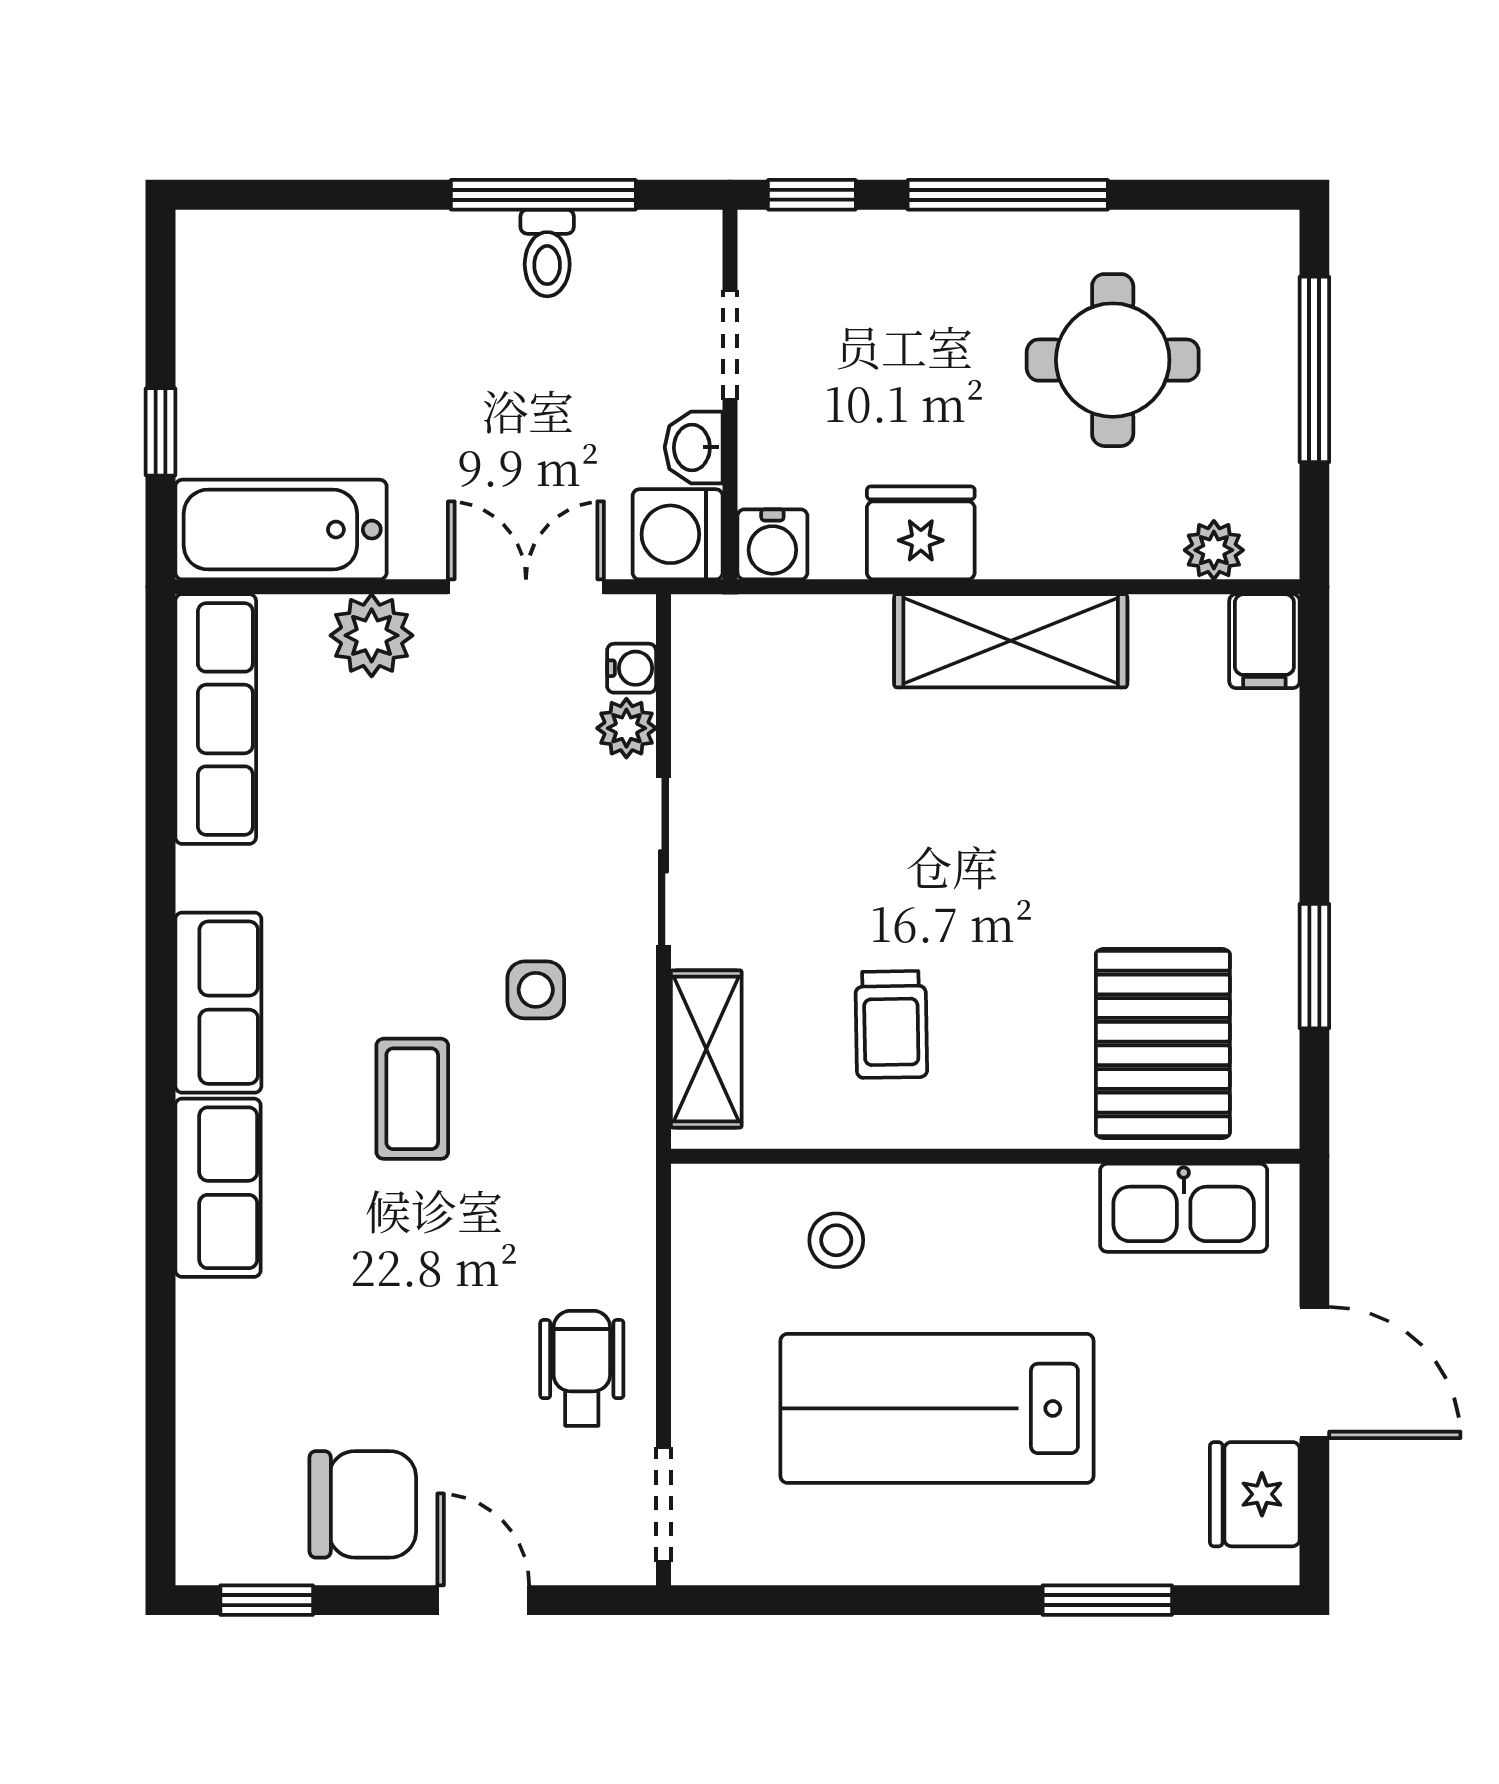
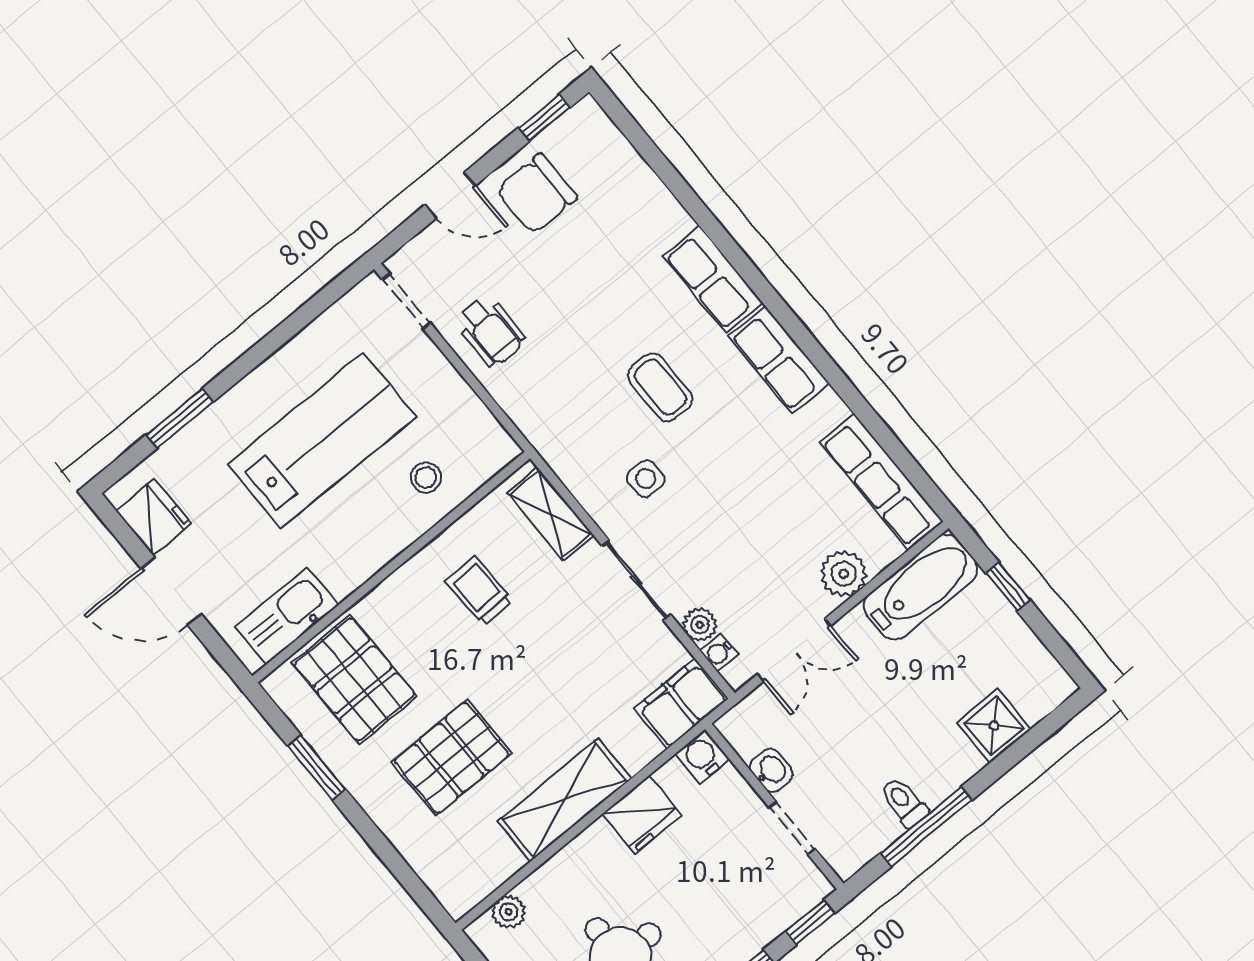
shower: (337, 257) -> (994, 726), added
washing machine: (678, 534) -> (747, 727), removed
filing cabinet: (1264, 641) -> (681, 703), moved, width x2.00
pallet: (1118, 827) -> (452, 758), added

